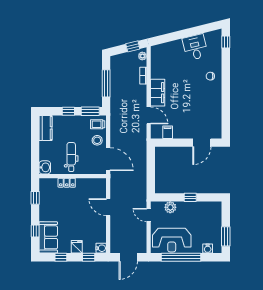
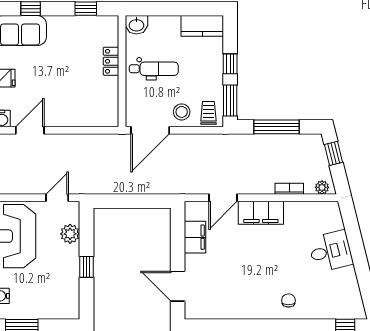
window: (133, 46) -> (334, 153), moved
desk: (195, 47) -> (331, 251), moved
filing cabinet: (168, 132) -> (195, 237), width x2.00
door: (108, 207) -> (30, 130), moved

